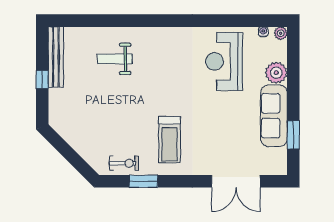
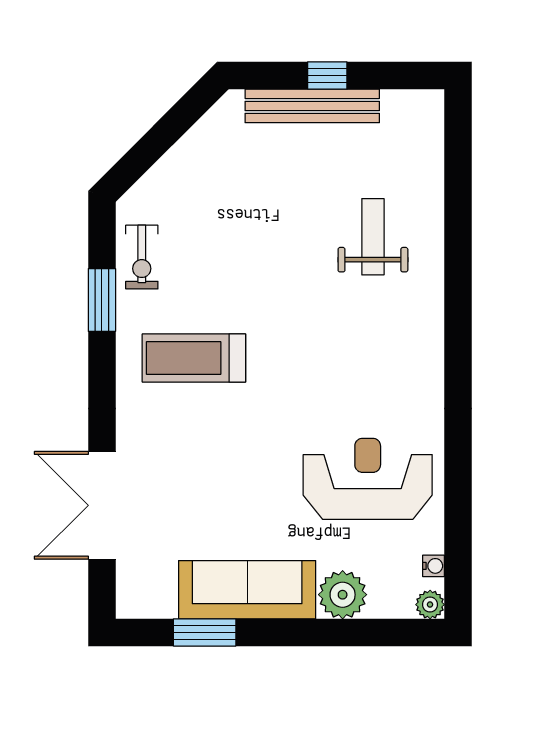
bench: (56, 57) -> (312, 106), moved

